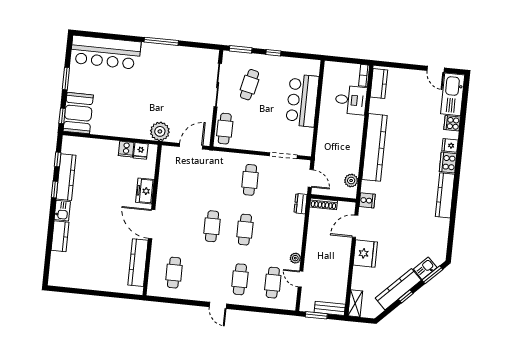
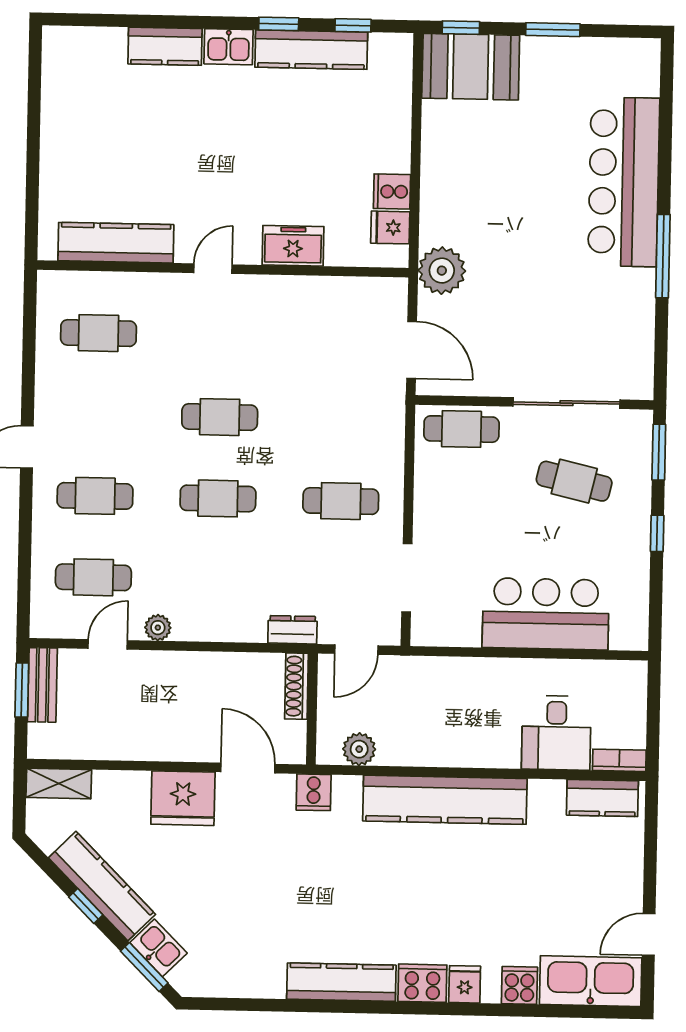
bar counter: (106, 52) -> (624, 182), moved
door: (152, 224) -> (213, 269), width x0.53
bench: (330, 308) -> (42, 685), moved

